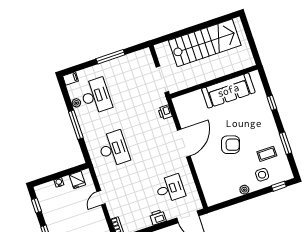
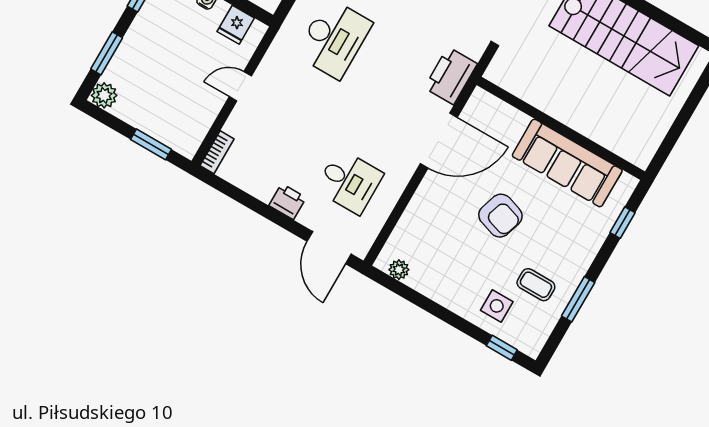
wall: (214, 82) -> (561, 128), moved
sofa: (228, 90) -> (567, 163), moved
printer: (165, 112) -> (451, 76), width x1.87, depth x1.48
plant: (244, 190) -> (399, 270), moved

